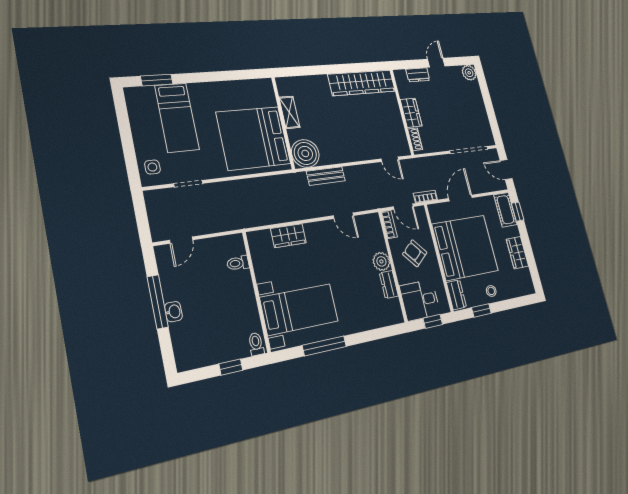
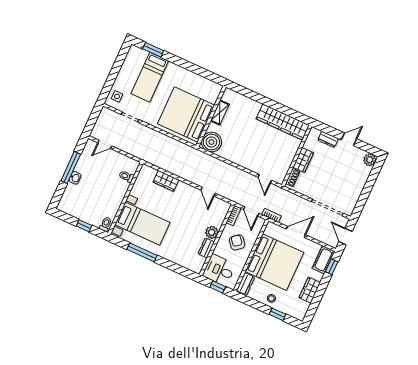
bench: (326, 176) -> (214, 163), removed
window: (481, 310) -> (277, 314), moved

